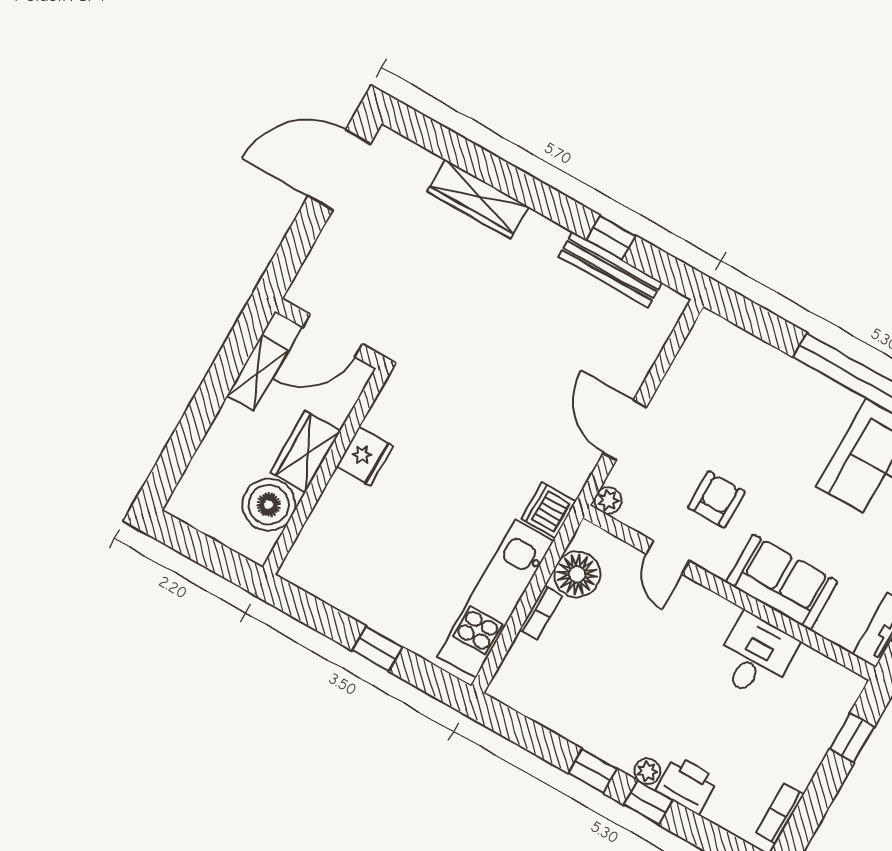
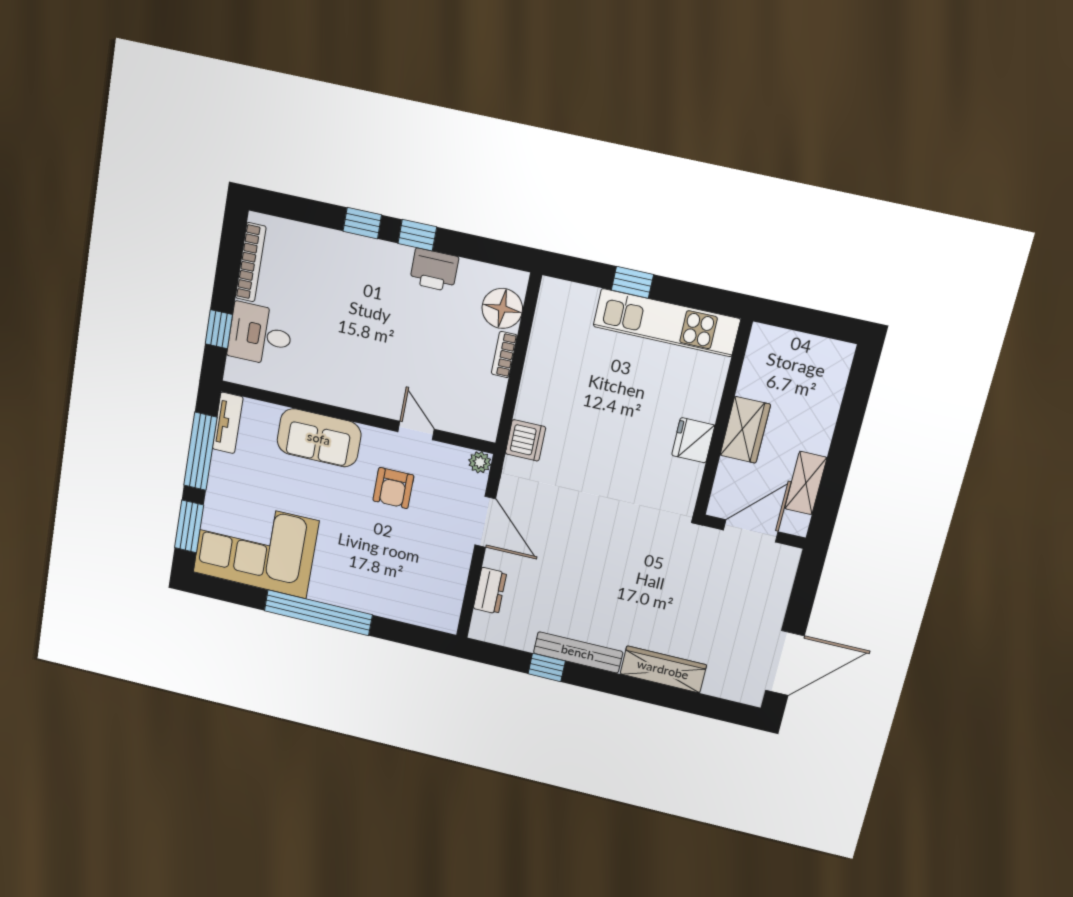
bench: (610, 270) -> (578, 652), moved
dresser: (646, 348) -> (490, 591), added
boiler: (269, 505) -> (764, 376), removed
floor lamp: (577, 574) -> (502, 308), moved
kitchen unit: (496, 599) -> (667, 323), moved, turned 90
desk: (755, 656) -> (260, 335), moved, turned 90
plant: (647, 771) -> (372, 249), removed
printer: (687, 785) -> (434, 270), moved
bookcase: (780, 814) -> (251, 262), width x1.56

